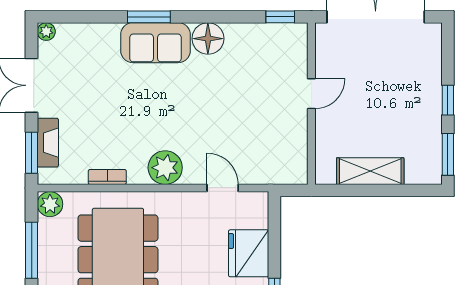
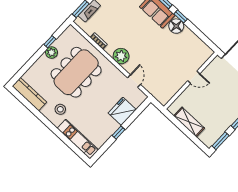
window: (280, 17) -> (181, 16), moved
plant: (50, 204) -> (52, 53), moved
window: (32, 250) -> (50, 42), width x0.46

